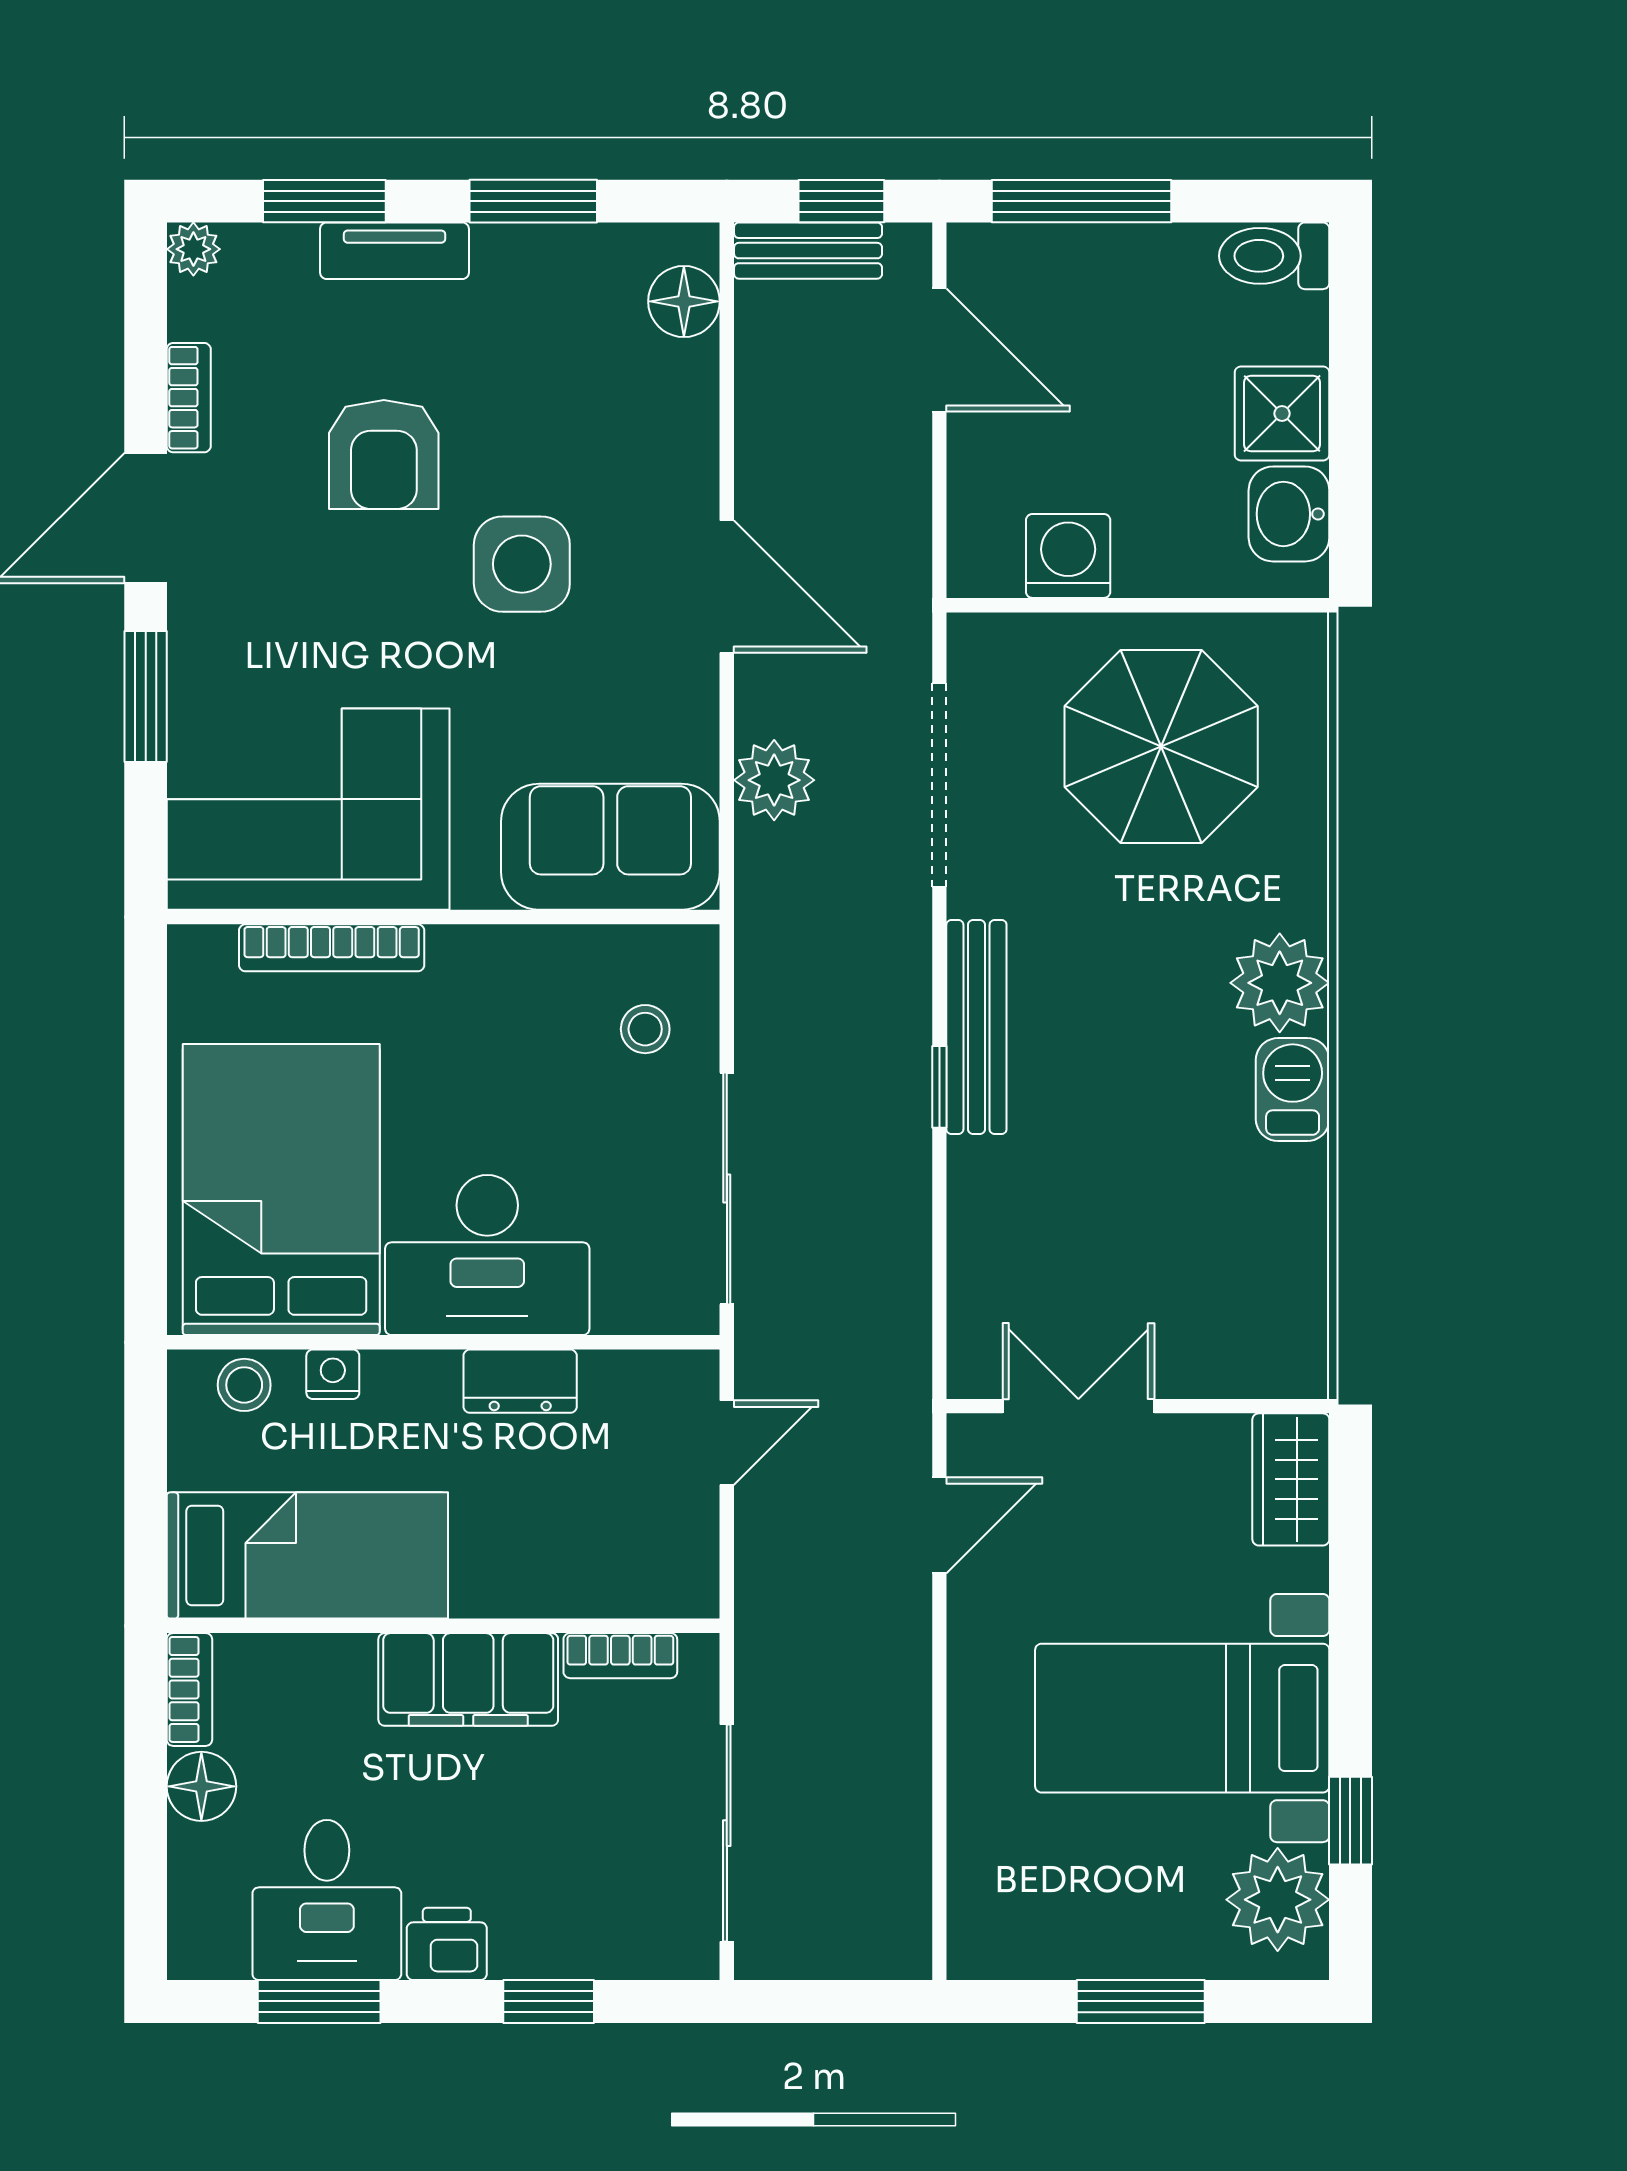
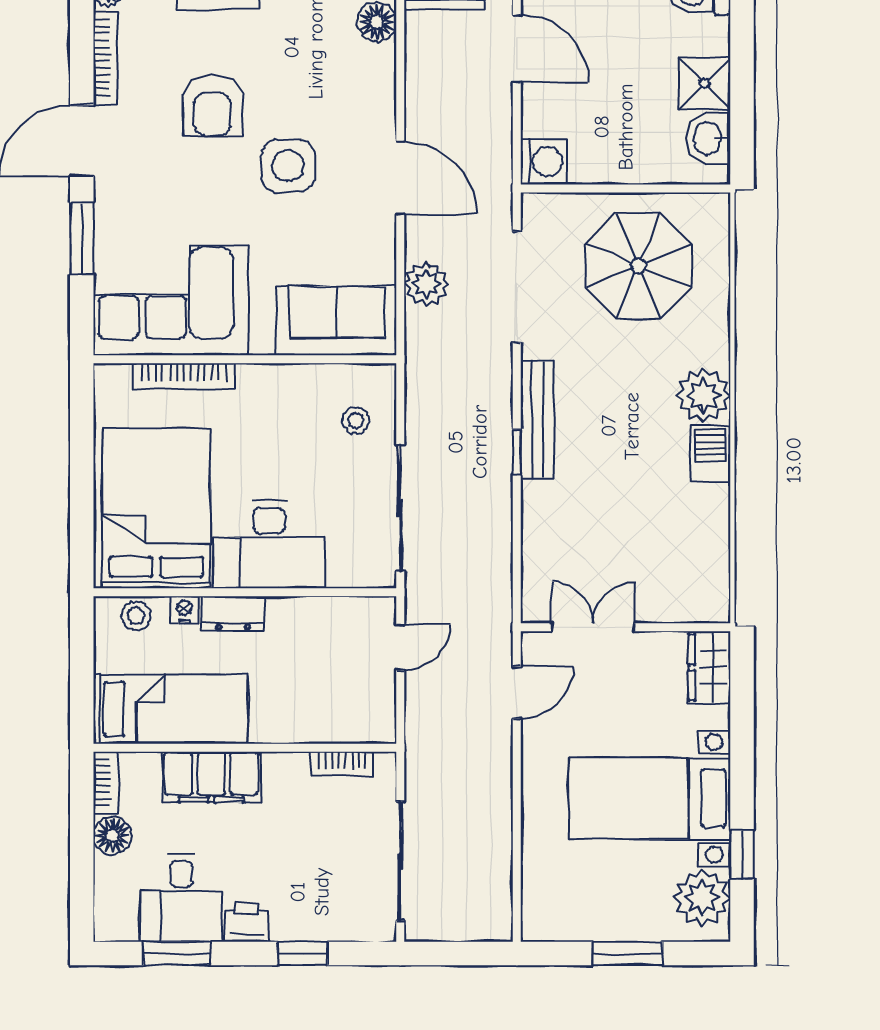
bookcase: (189, 398) -> (105, 58), width x1.56
washing machine: (1068, 556) -> (544, 161), moved, turned 90
dresser: (520, 1381) -> (233, 614), moved
filing cabinet: (468, 1679) -> (211, 777), moved

